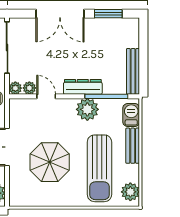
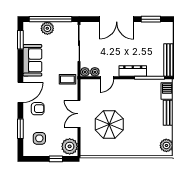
door: (46, 96) -> (107, 78), swing flipped
plant: (87, 109) -> (136, 87), removed
sun lounger: (99, 168) -> (145, 129), removed

